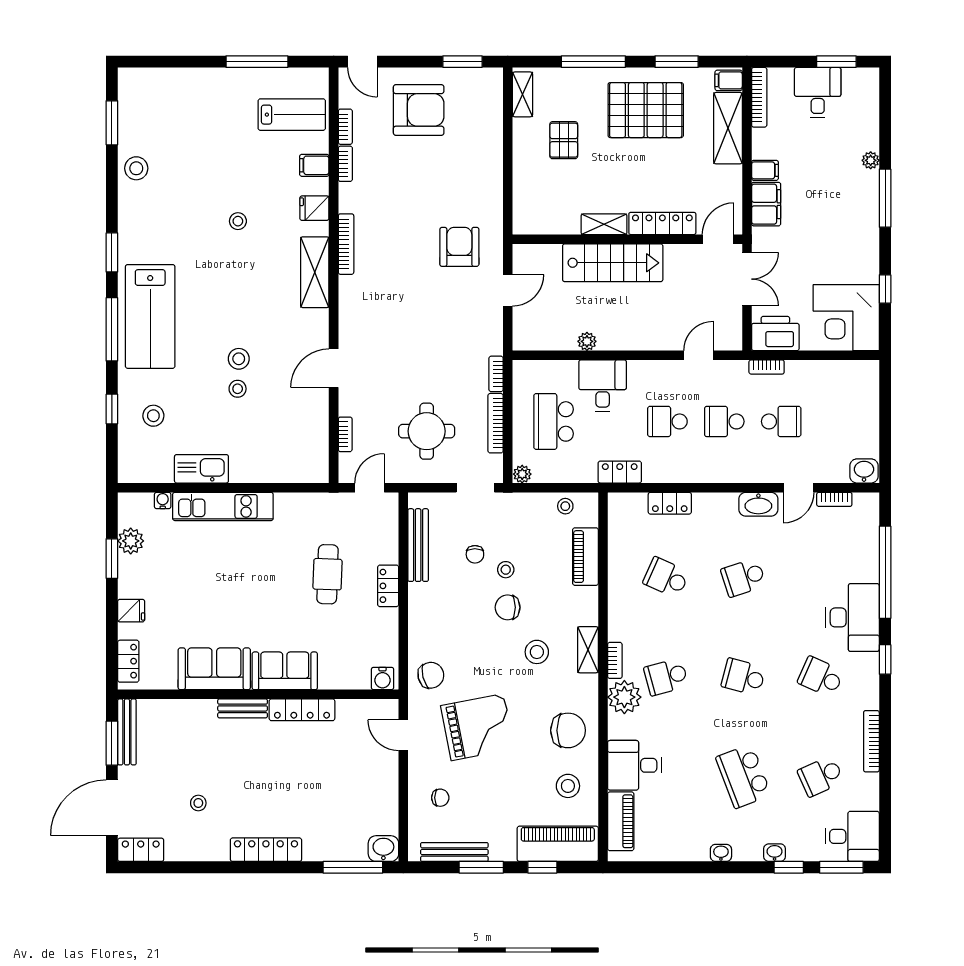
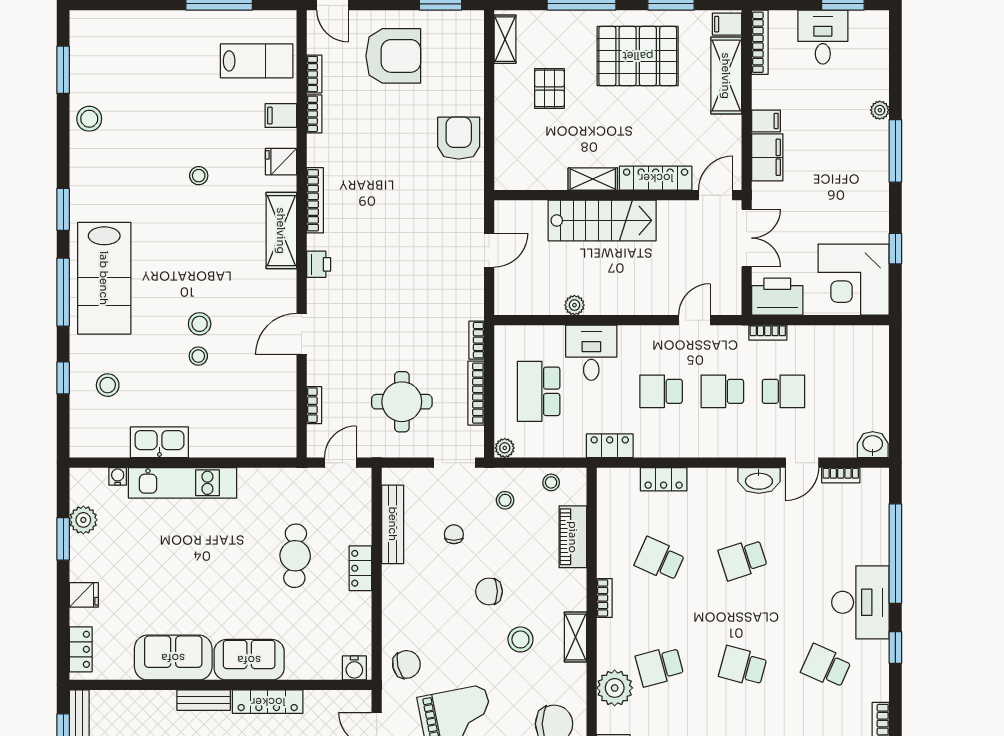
armchair: (459, 247) -> (459, 138), moved
printer: (349, 304) -> (319, 264), added
chair: (475, 554) -> (454, 534), turned 180
stool: (506, 570) -> (505, 500), moved
bookcase: (615, 660) -> (604, 598), moved

